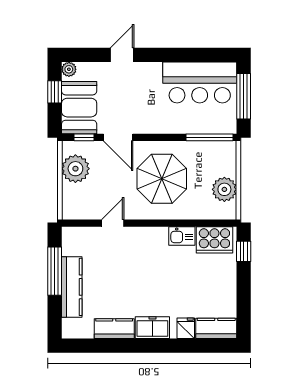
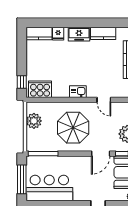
door: (118, 137) -> (101, 154), swing flipped
door: (113, 223) -> (104, 100), hinge flipped
kitchen sink: (182, 236) -> (78, 92), moved

